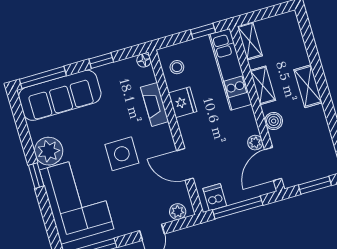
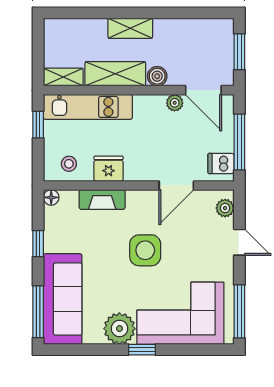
shelving: (263, 85) -> (115, 74), width x1.50, depth x1.33

